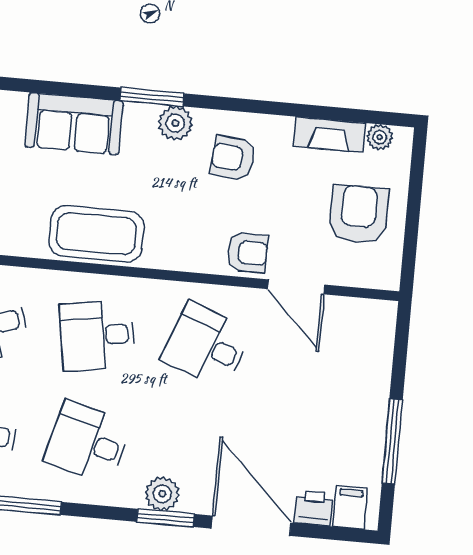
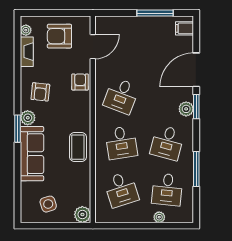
sofa: (74, 124) -> (32, 154), width x1.36
coffee table: (96, 234) -> (78, 147), width x0.73, depth x0.76
door: (296, 287) -> (93, 47), moved
printer: (314, 508) -> (186, 44), removed

